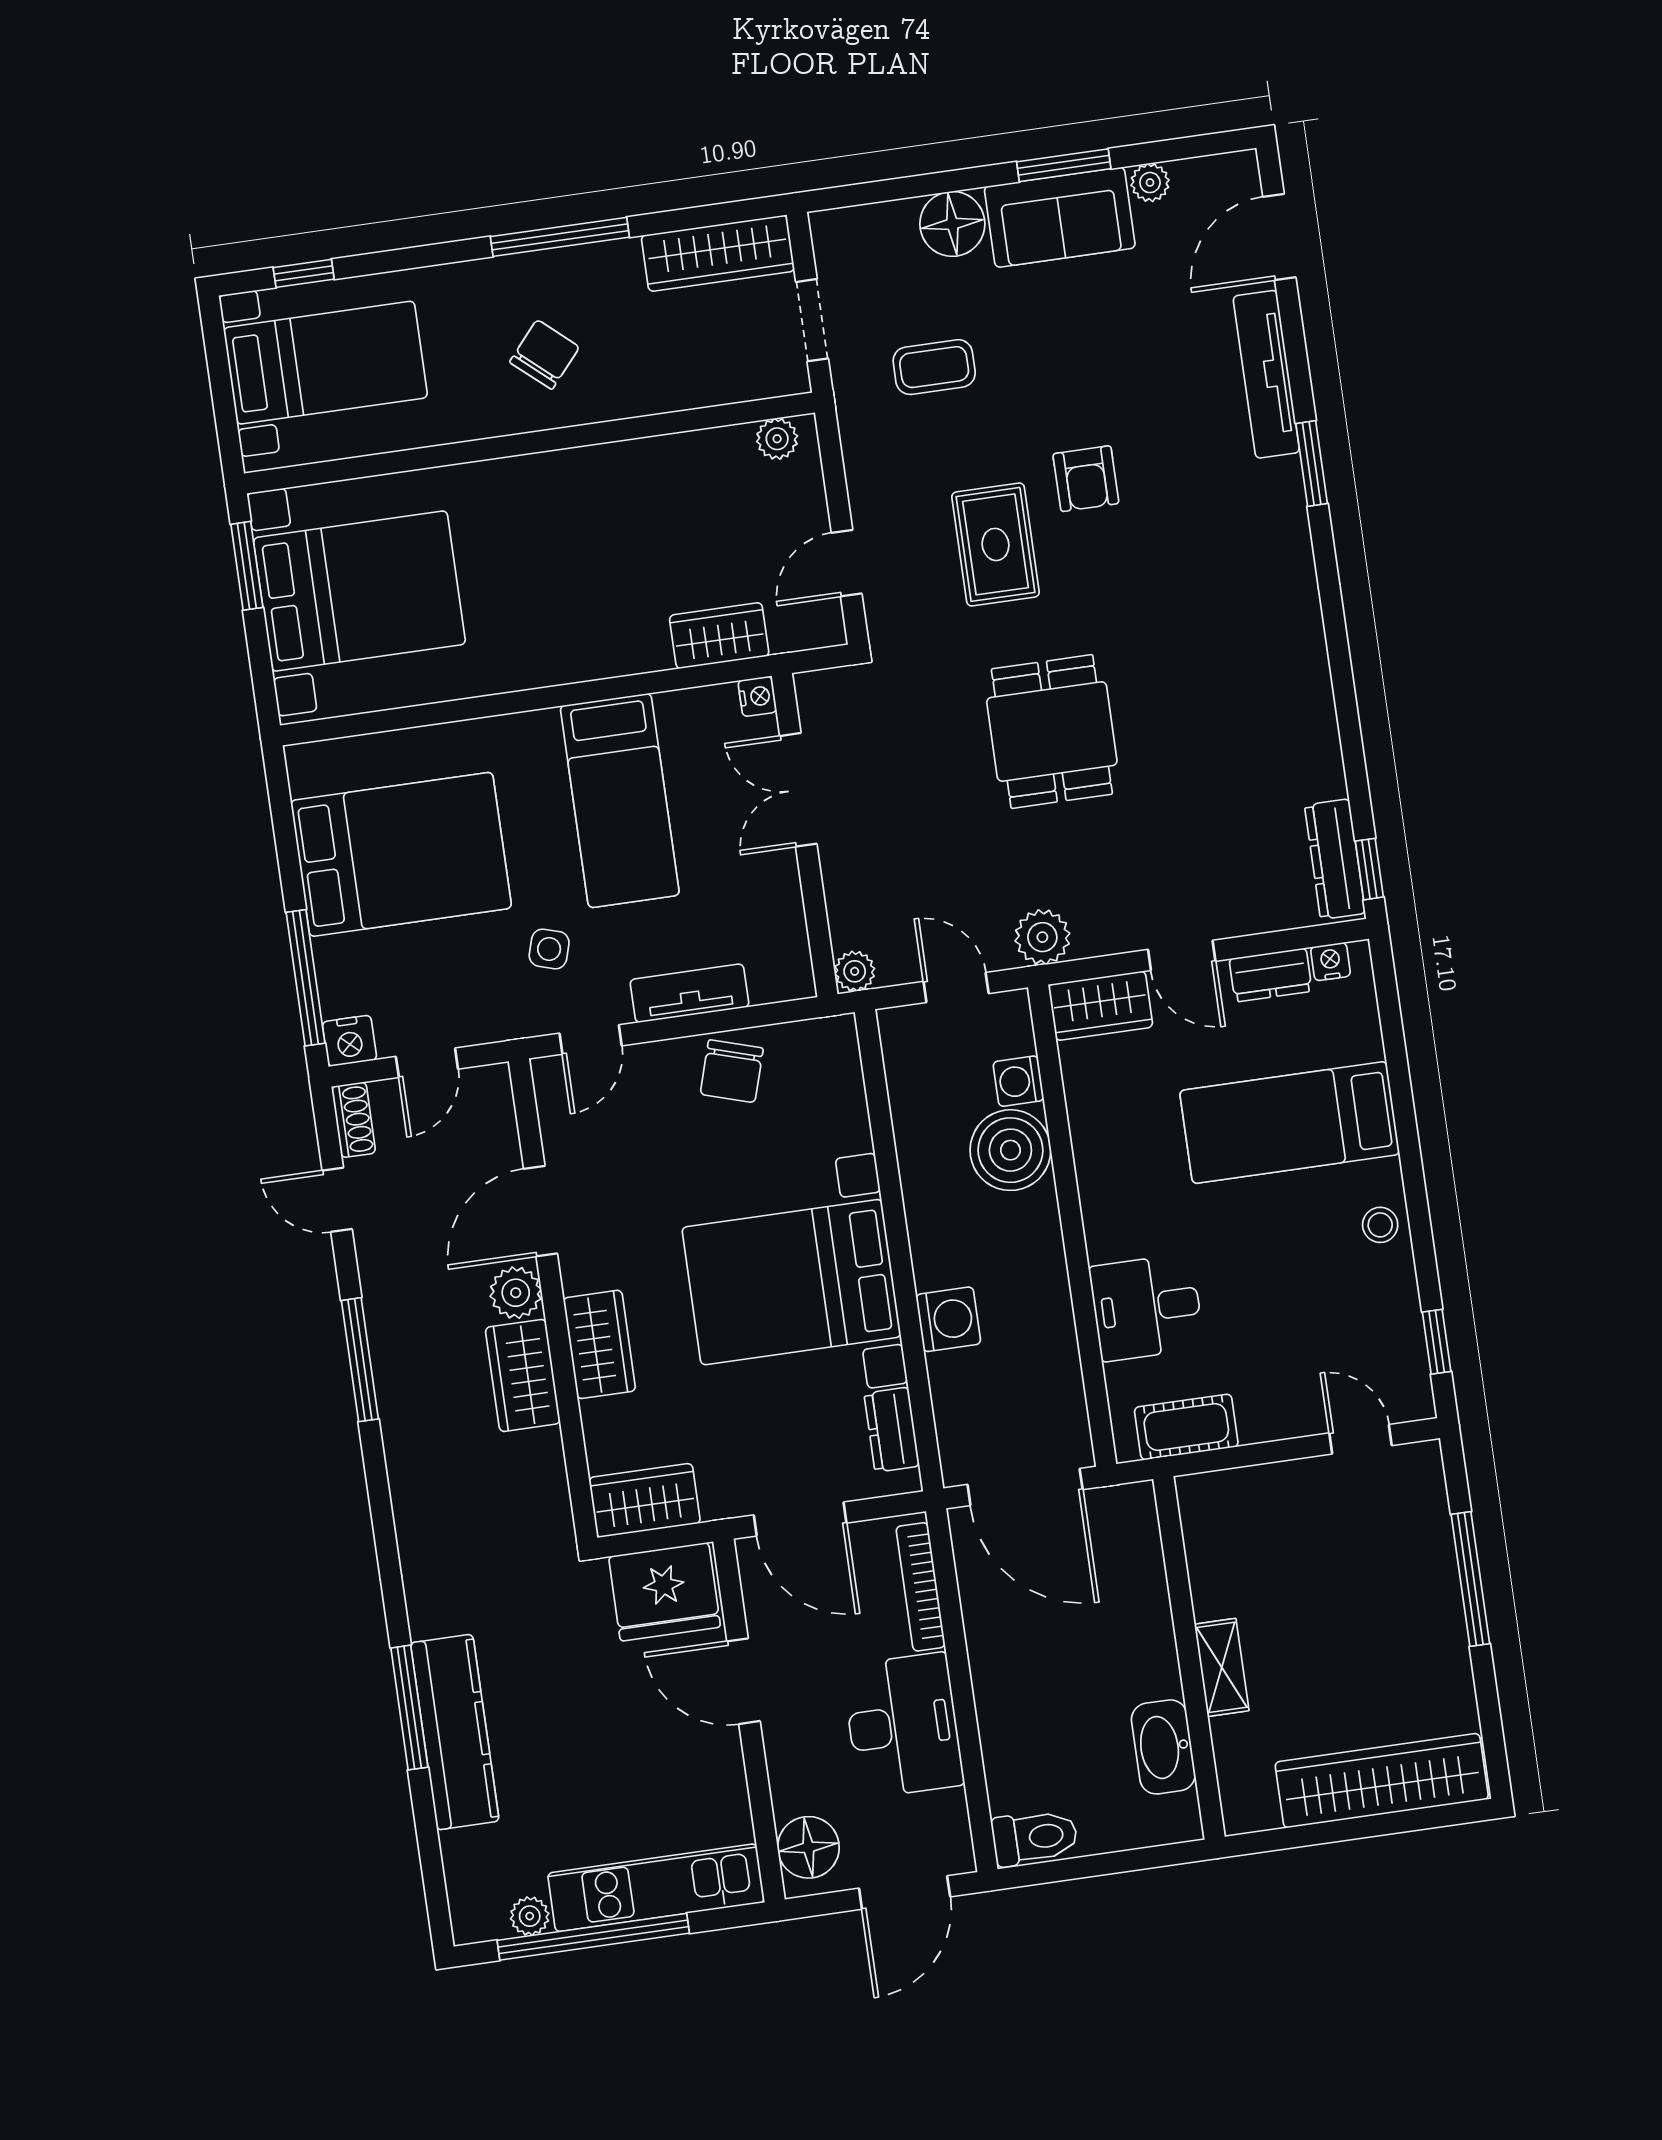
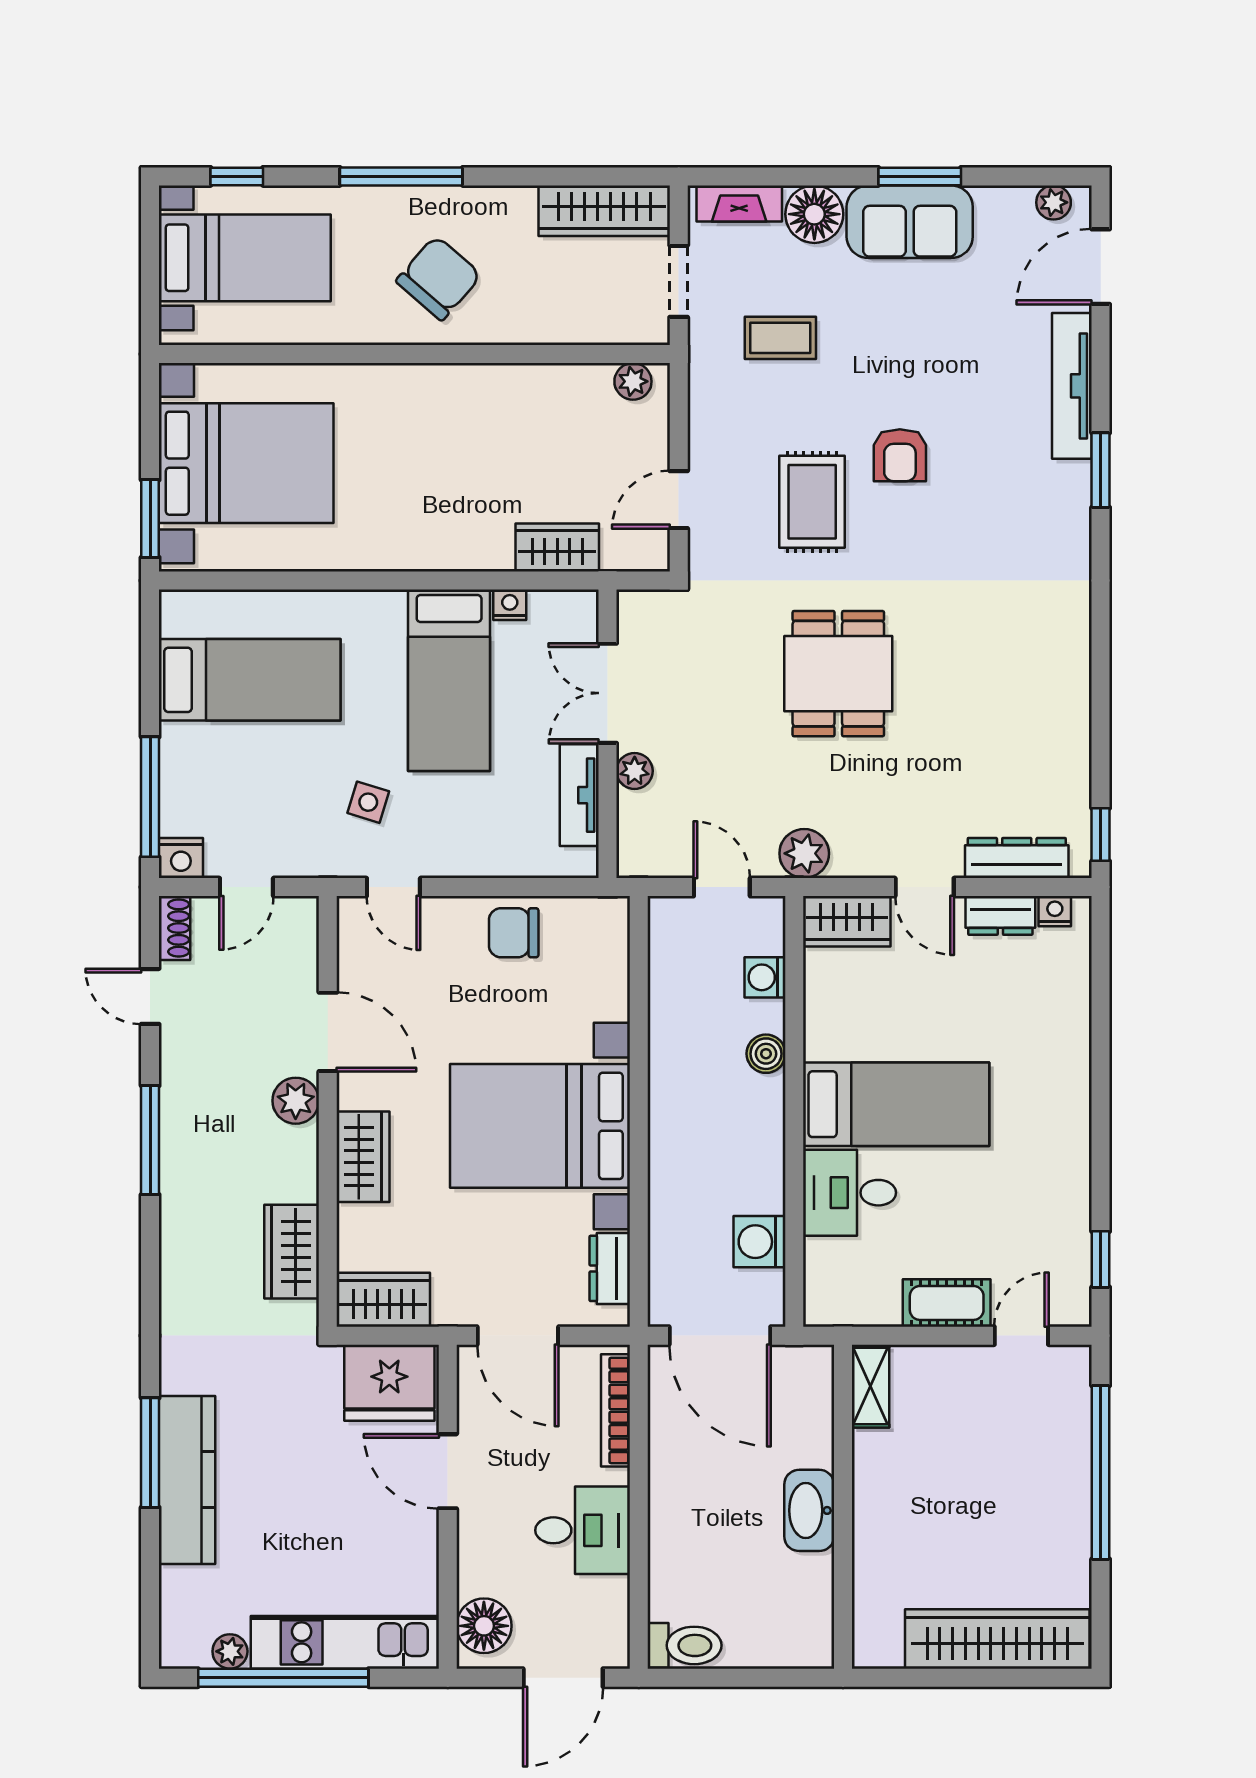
plant: (1150, 183) -> (1054, 202), moved
fireplace: (867, 224) -> (739, 203), added
window: (560, 237) -> (401, 176), moved
chair: (544, 355) -> (439, 278), width x1.37, depth x1.37
window: (247, 566) -> (150, 519), moved
nightstand: (757, 696) -> (510, 605), moved, turned -90
bed: (401, 854) -> (250, 680), width x0.67
dresser: (1335, 859) -> (1017, 858), moved, turned 90
plant: (855, 971) -> (635, 771), moved
tv unit: (689, 993) -> (579, 795), moved, turned -90
door: (591, 1039) -> (393, 887), hinge flipped
chair: (732, 1071) -> (514, 933), turned 73
bed: (1290, 1123) -> (896, 1104), moved, turned 180
boiler: (1010, 1150) -> (766, 1054), width x0.54, depth x0.54
door: (540, 1211) -> (328, 1032), swing flipped
stool: (1380, 1225) -> (1066, 1149), removed
washing machine: (948, 1319) -> (759, 1242), moved, turned 180
wardrobe: (523, 1375) -> (292, 1252), moved
cot: (1186, 1427) -> (947, 1303), moved
door: (1361, 1439) -> (1021, 1336), hinge flipped
window: (1470, 1579) -> (1101, 1472), width x1.46
shelving: (1222, 1667) -> (871, 1386), moved
desk: (903, 1725) -> (583, 1530), width x0.73
washbasin: (1163, 1747) -> (809, 1510), moved

